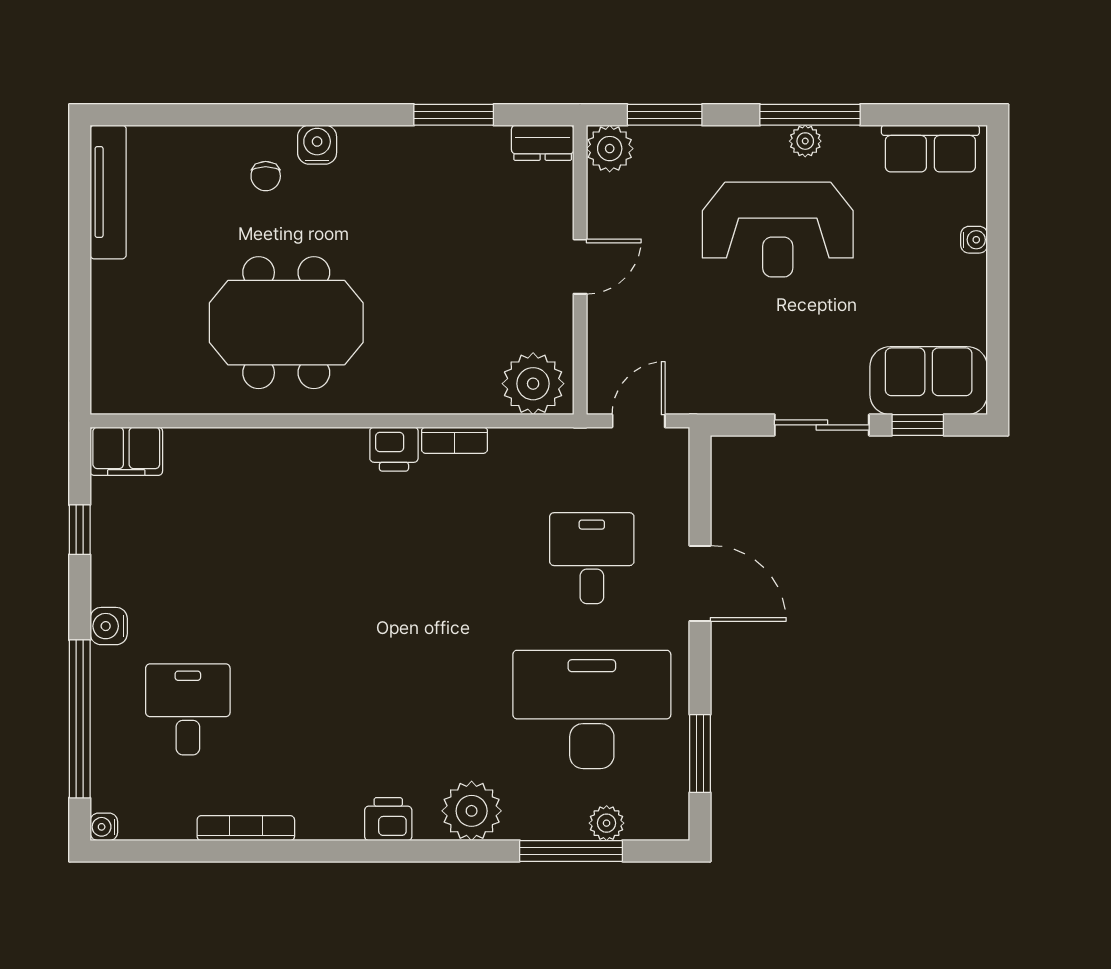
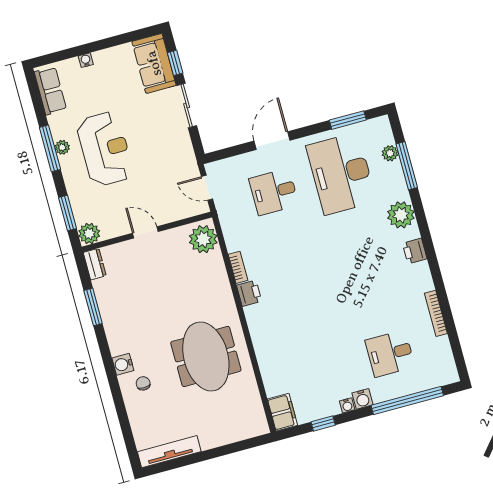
chair: (266, 176) -> (143, 383), turned -90
water cooler: (104, 827) -> (347, 405), moved

